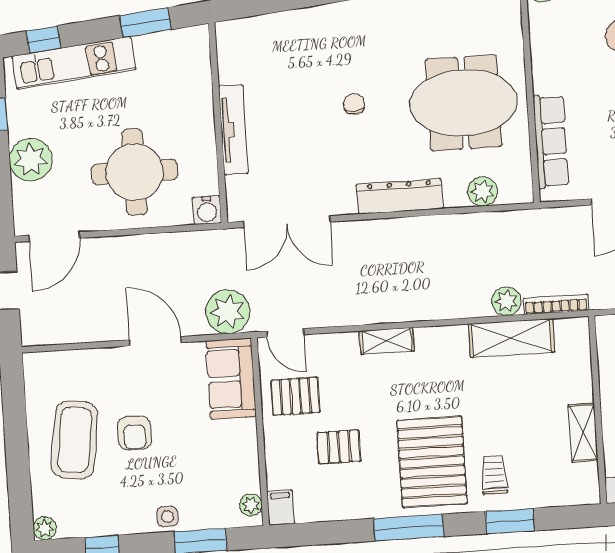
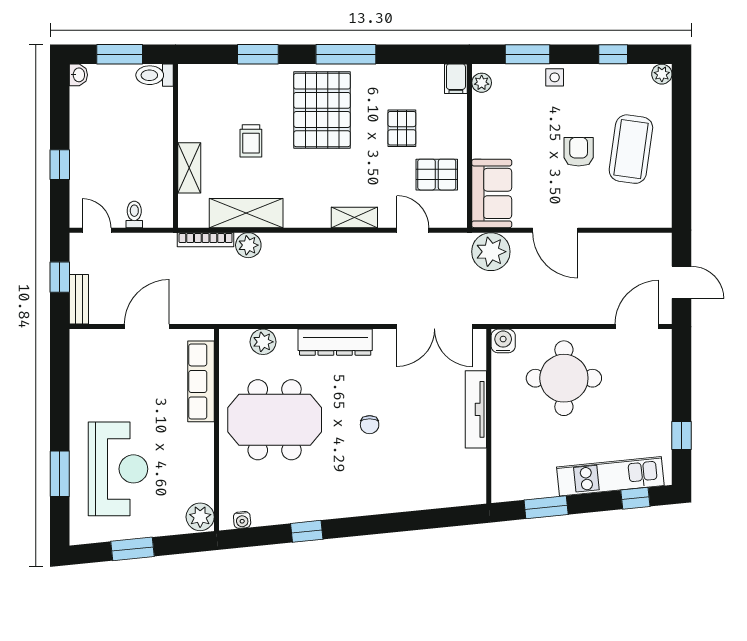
plant: (31, 160) -> (653, 395), removed
double door: (287, 222) -> (434, 327), swing flipped
door: (285, 333) -> (413, 230), moved
shelving: (583, 433) -> (189, 168), moved
pallet: (339, 447) -> (402, 128), turned 90
trolley: (494, 475) -> (251, 141), moved

